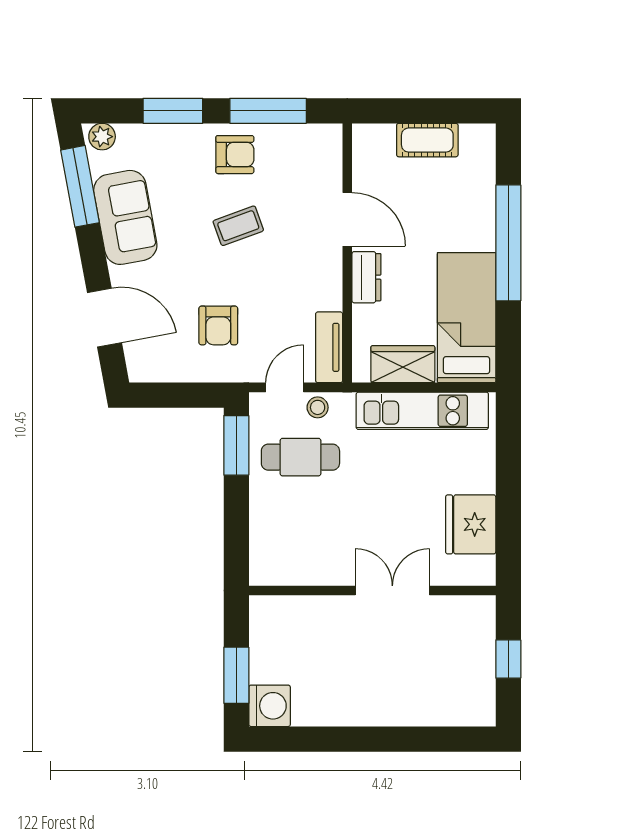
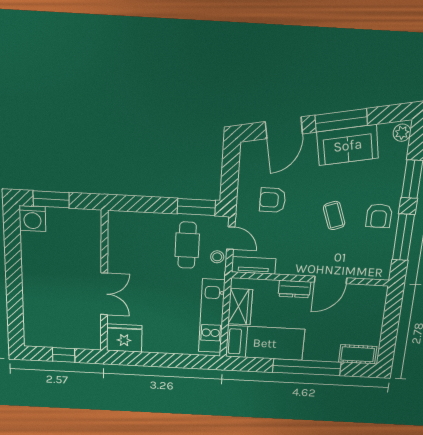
cot: (427, 140) -> (358, 354), moved, turned 90
window: (80, 186) -> (341, 120), moved
fridge: (471, 524) -> (124, 338), moved

